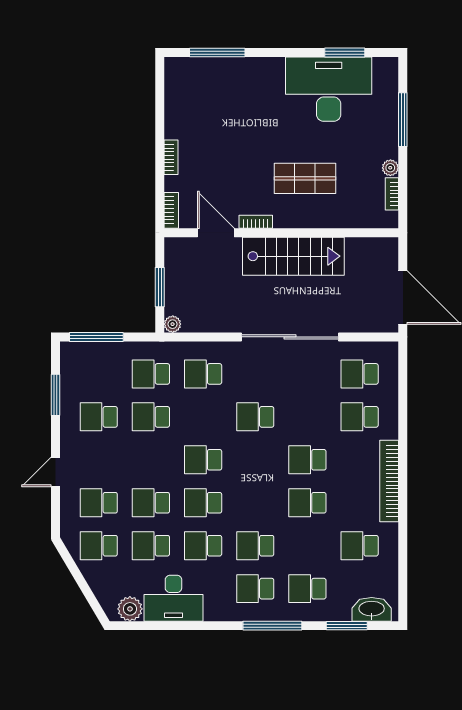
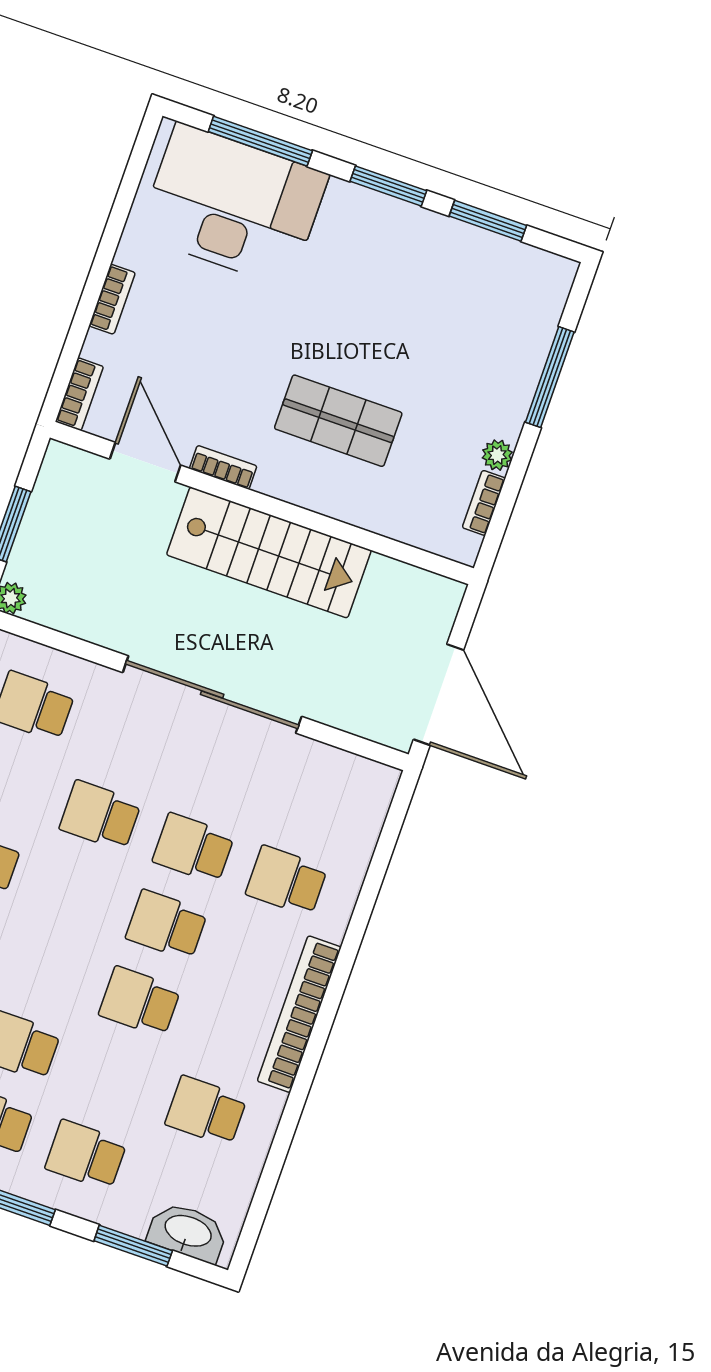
window: (289, 53) -> (388, 186), added
desk: (329, 89) -> (233, 205), moved
school desk: (360, 374) -> (193, 848), moved

